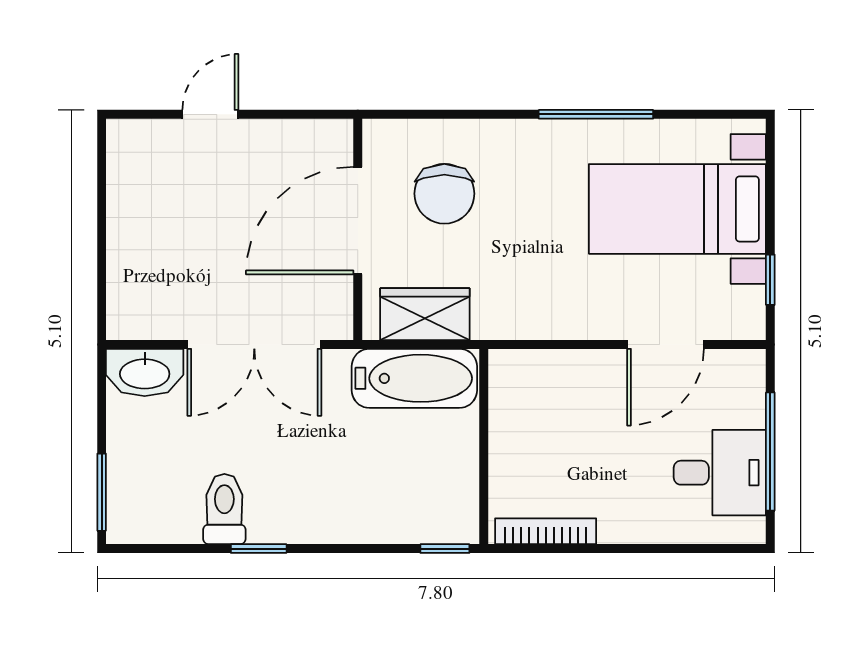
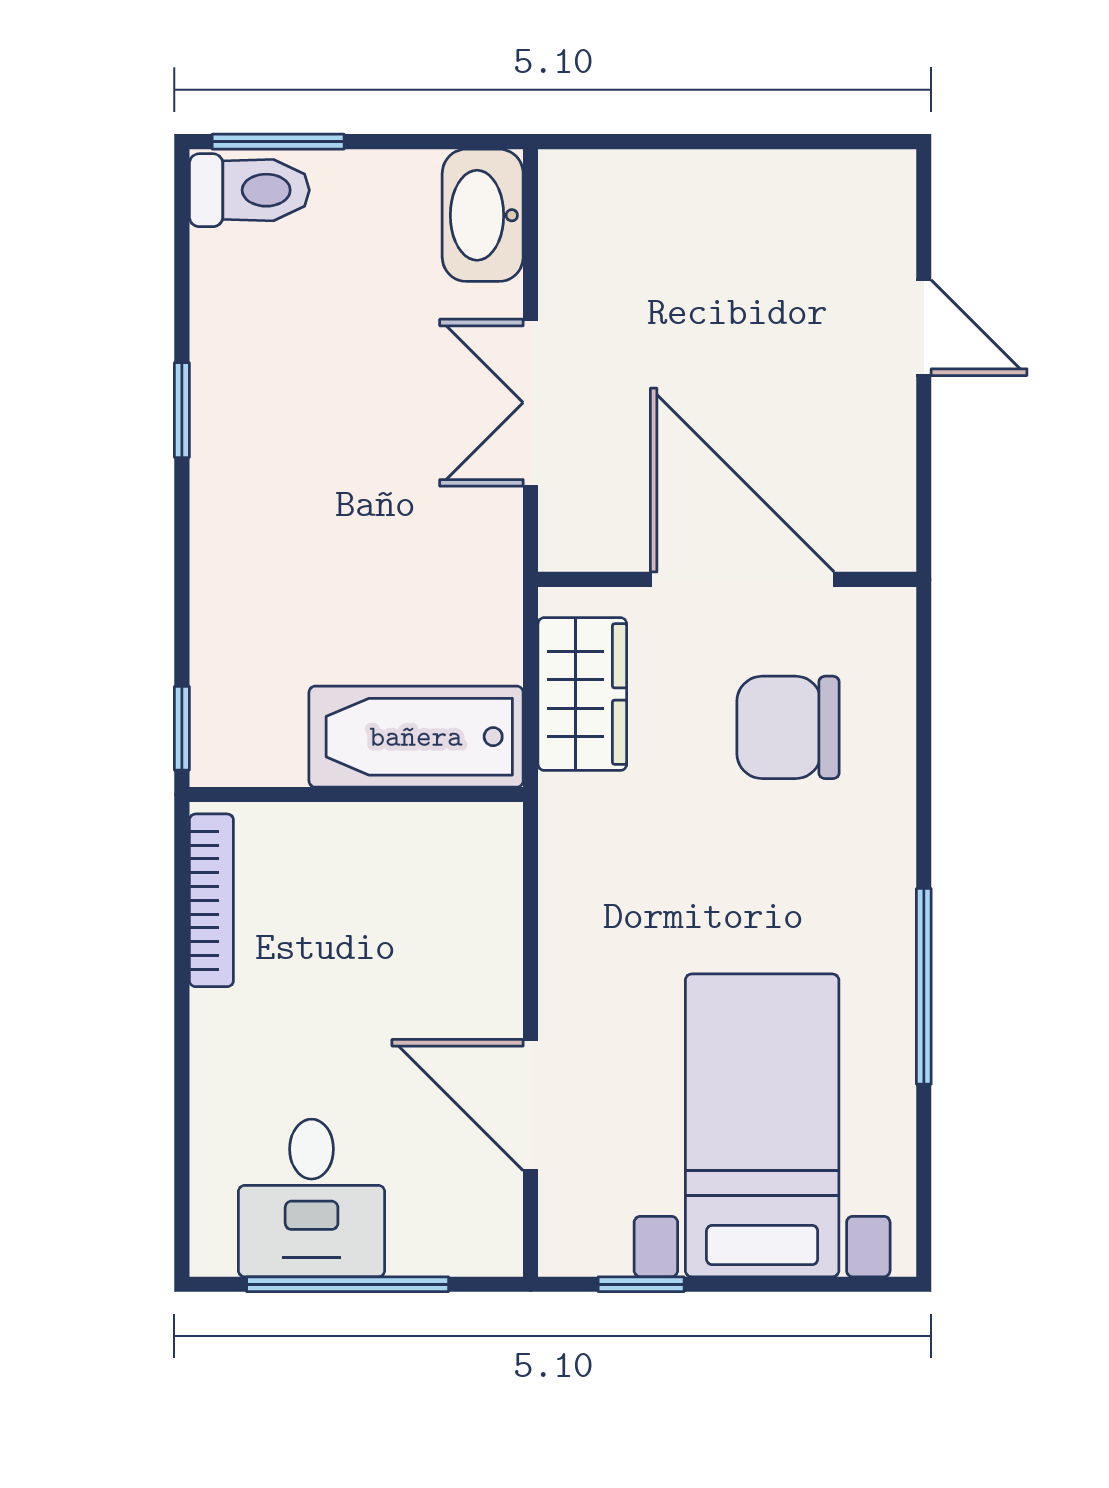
double door: (254, 344) -> (531, 403), width x0.73
bathtub: (414, 378) -> (416, 737), moved, turned 90
toilet: (224, 509) -> (249, 190), moved

